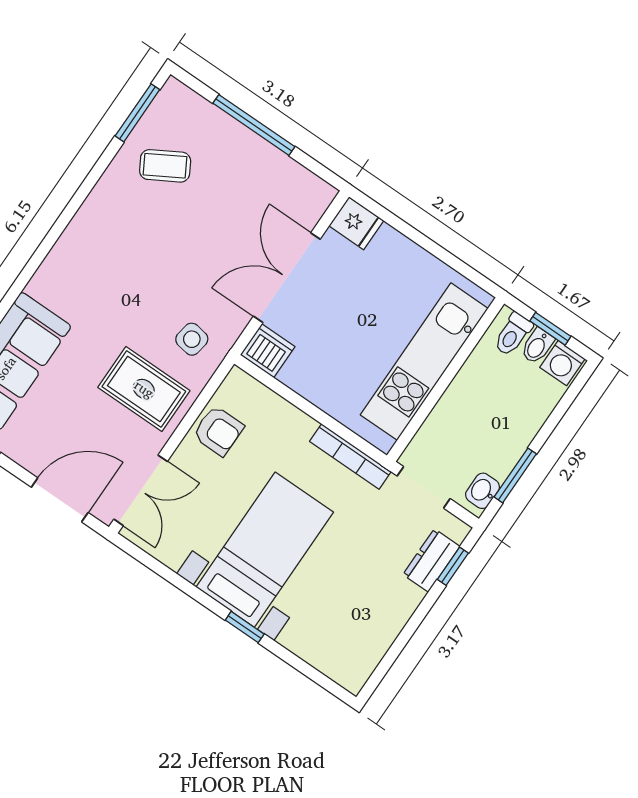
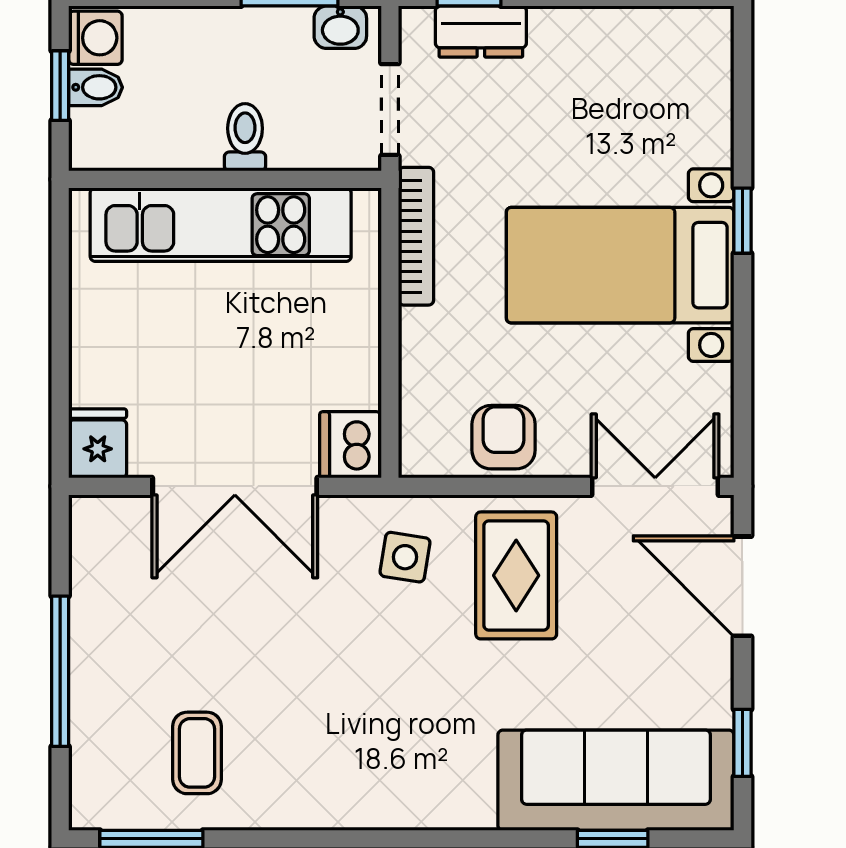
coffee table: (165, 166) -> (197, 753), turned 30
toilet: (513, 334) -> (245, 137), moved, turned -90

